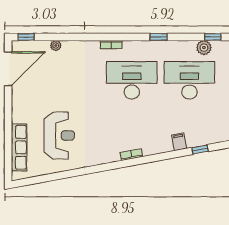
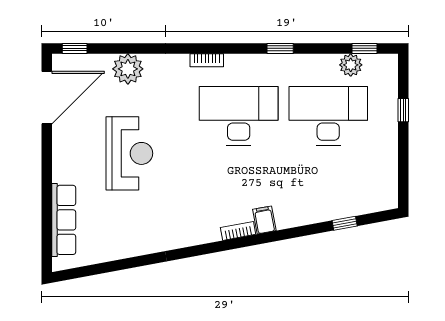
plant: (56, 46) -> (128, 69), width x1.88, depth x1.88
reception desk: (59, 135) -> (129, 153), moved
filing cabinet: (179, 142) -> (264, 220), moved

